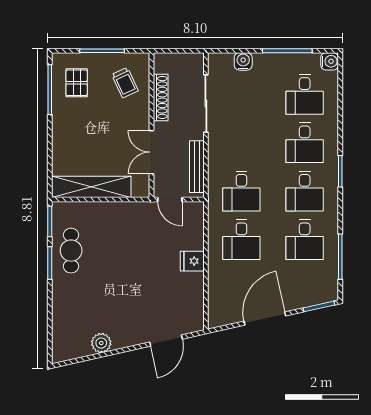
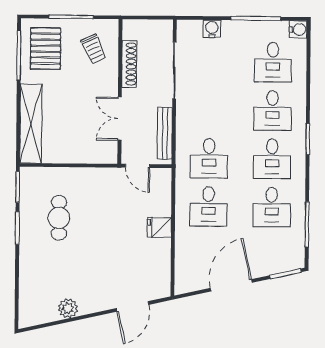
pallet: (77, 83) -> (46, 49), width x1.50, depth x1.42
shelving: (91, 187) -> (31, 124), moved, turned 90
cafe table: (71, 251) -> (59, 218), moved

